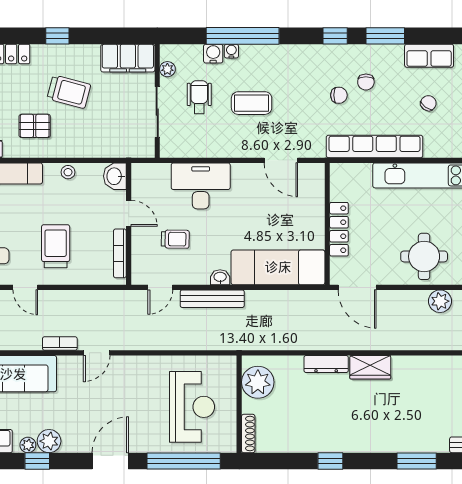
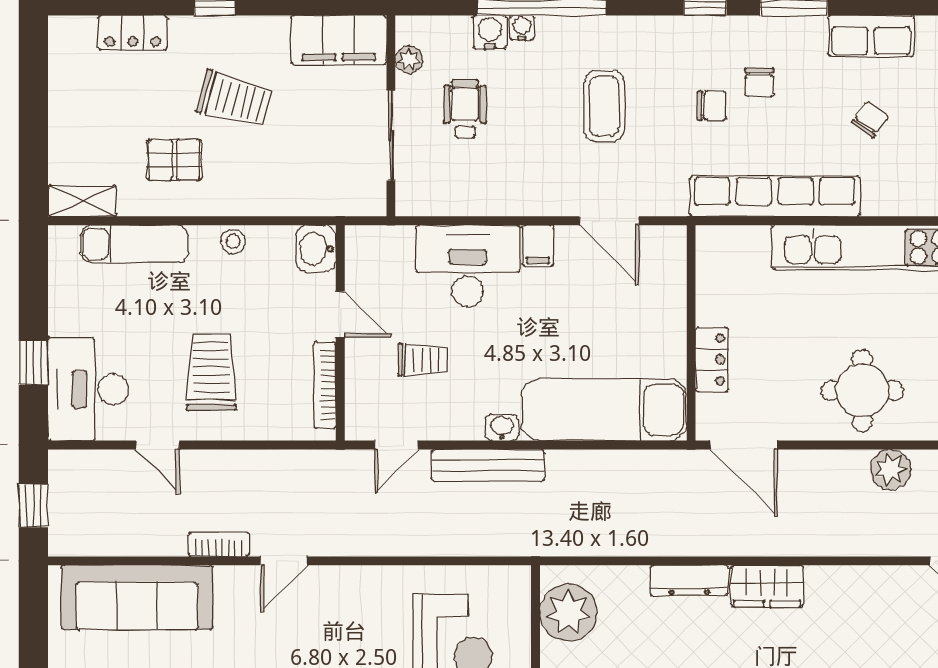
coffee table: (252, 103) -> (604, 106), moved, turned 90
filing cabinet: (241, 175) -> (538, 246), added
locker: (339, 229) -> (712, 359), width x0.66

